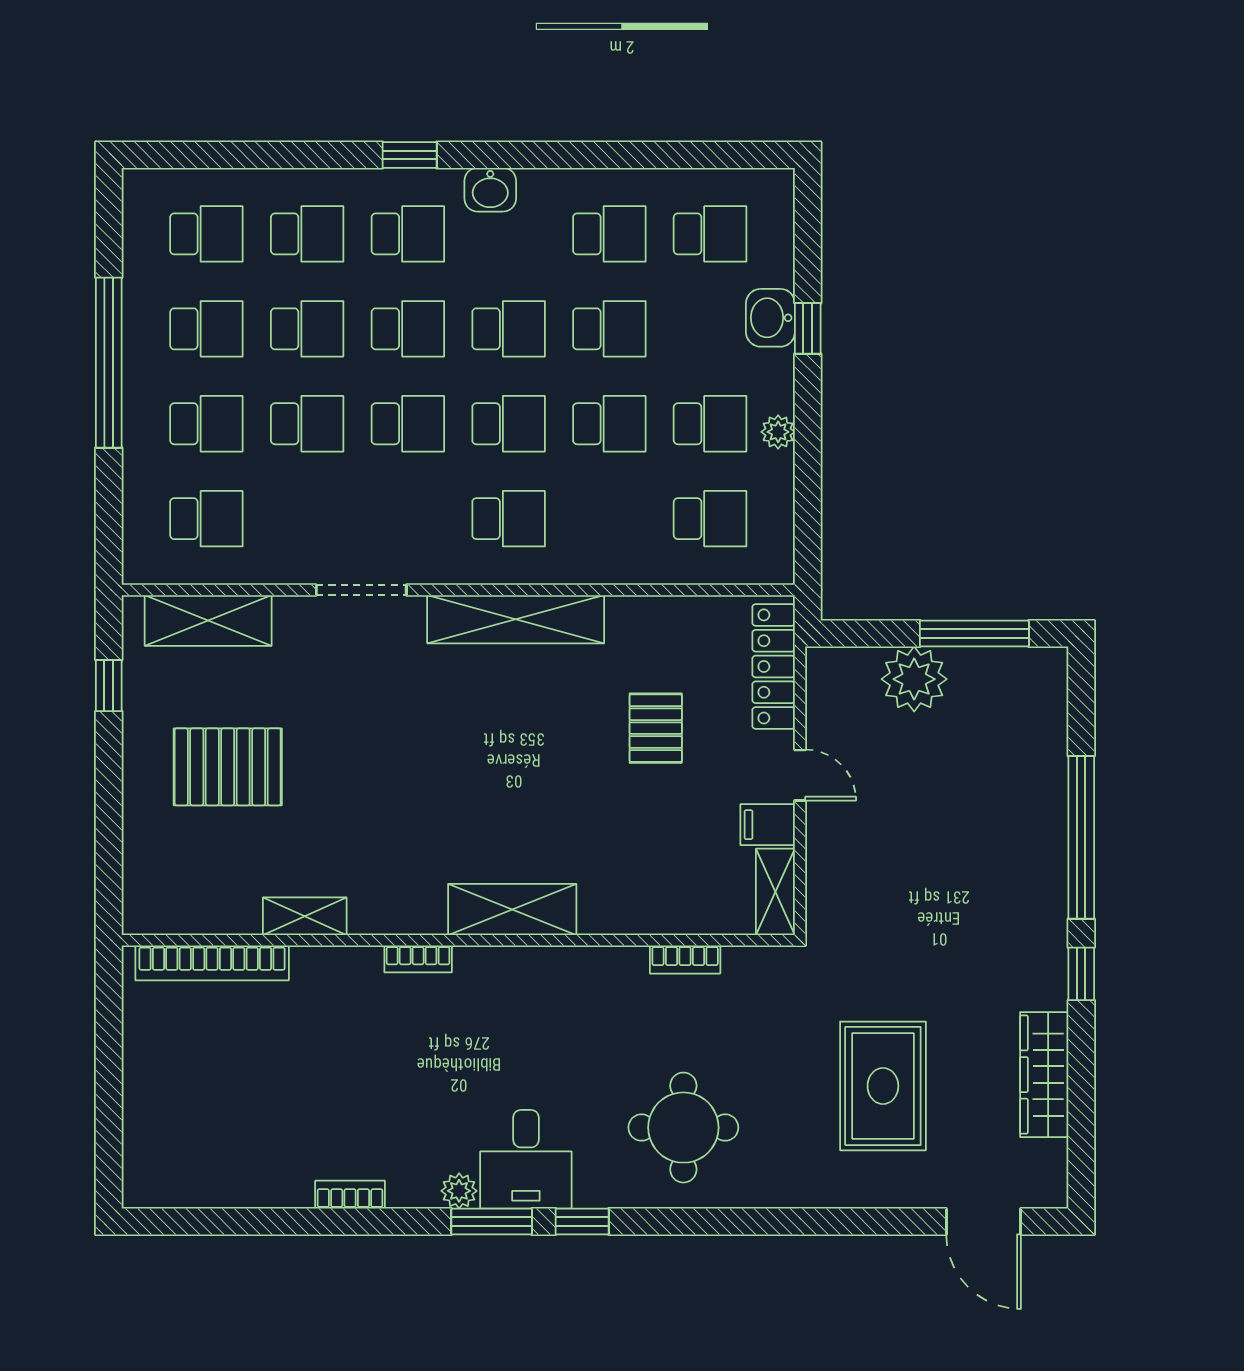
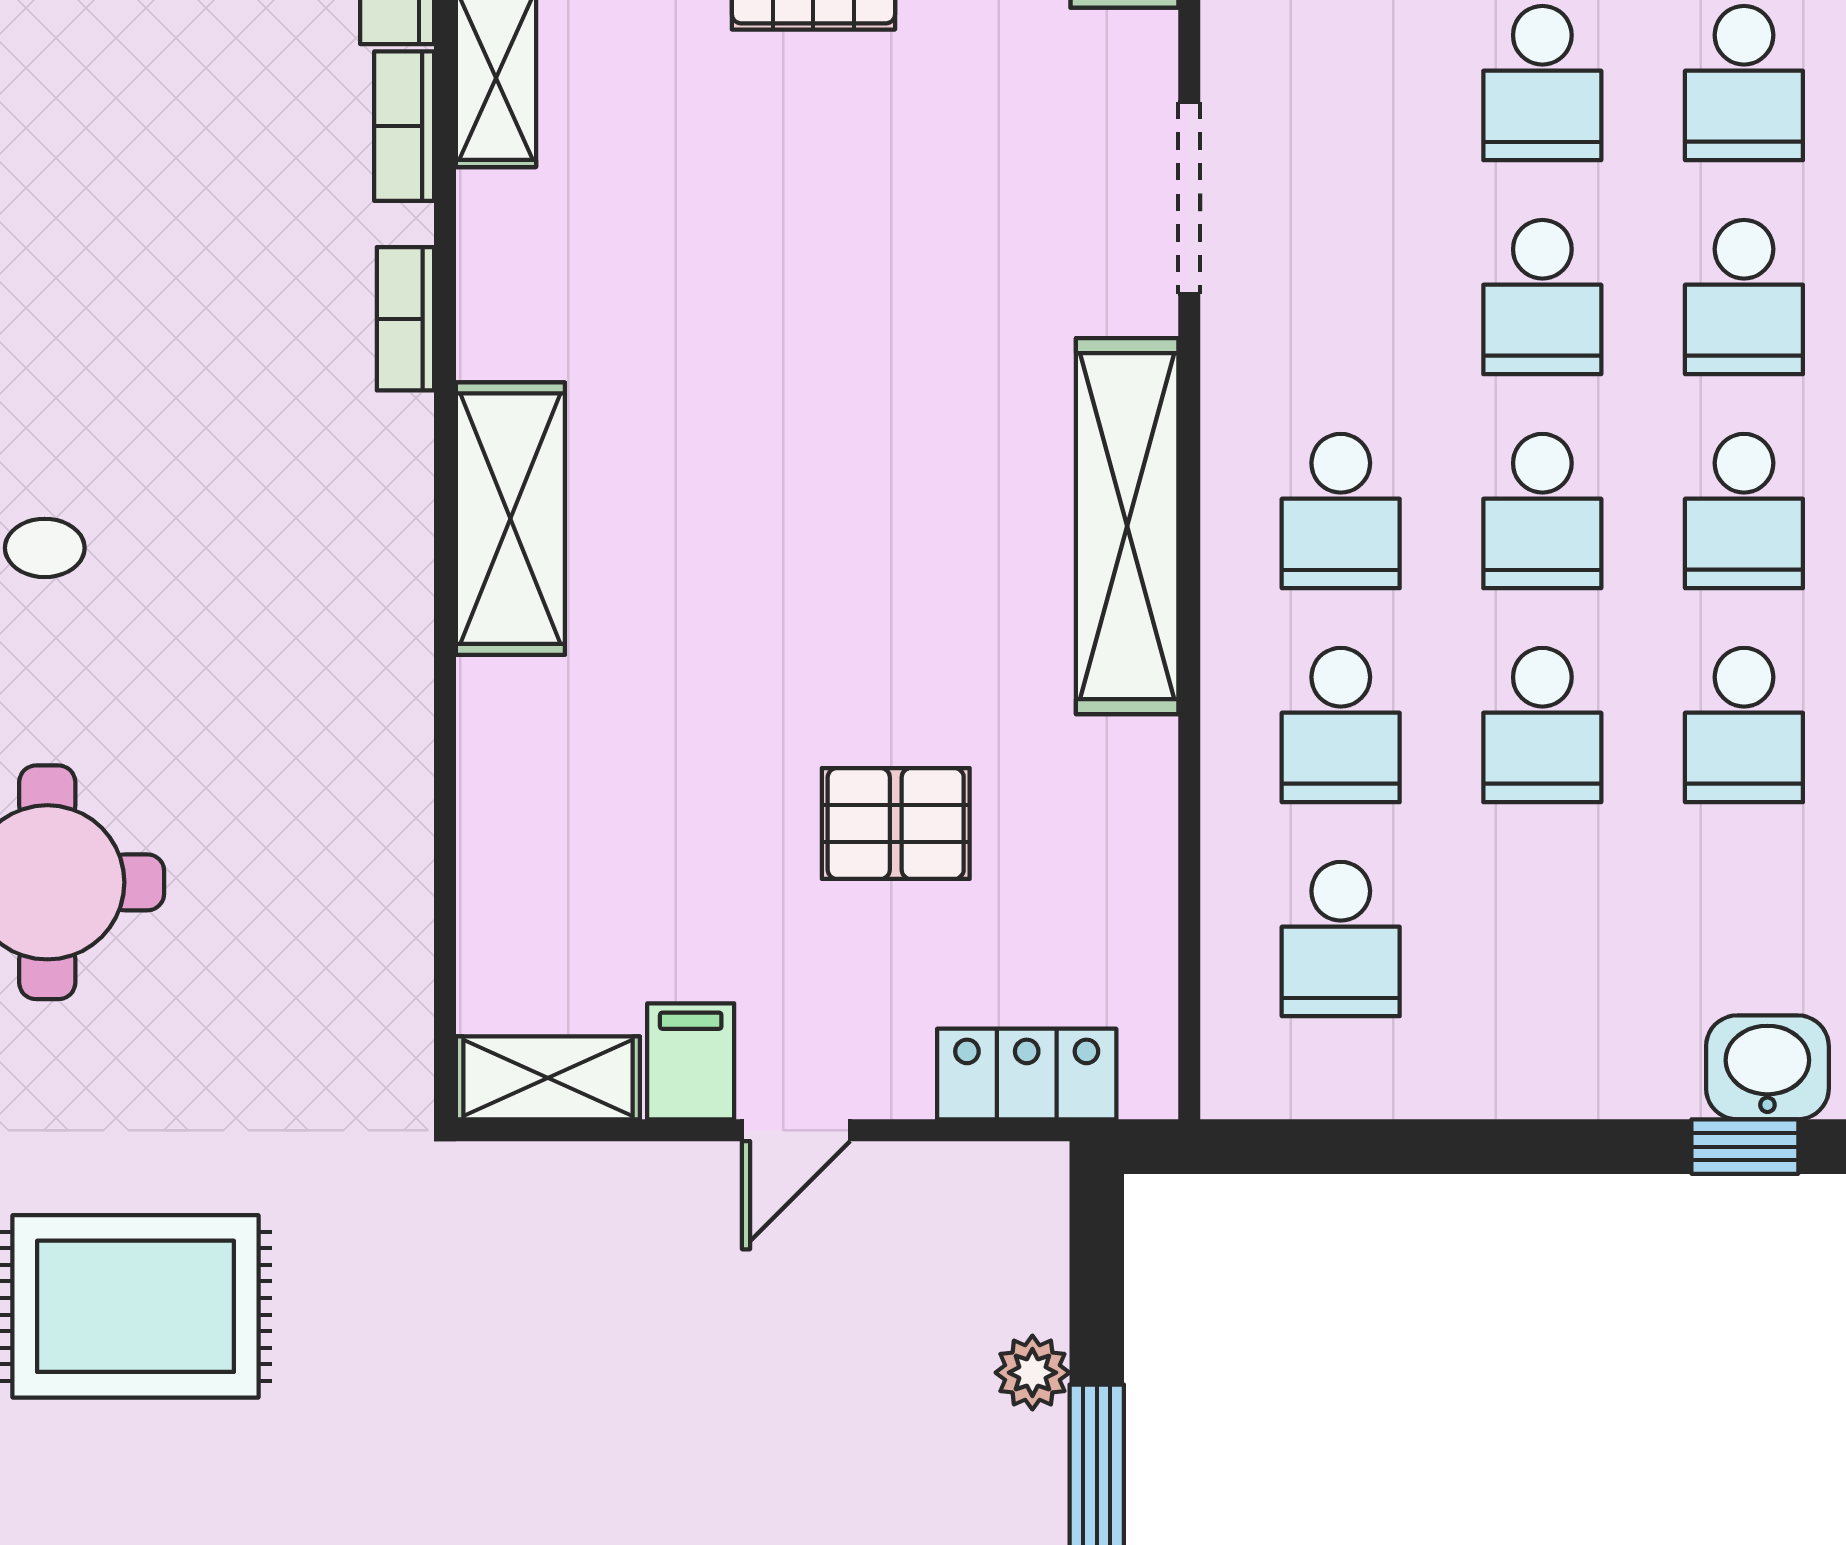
school desk: (710, 424) -> (1341, 725), moved
plant: (778, 432) -> (1525, 1083), removed
locker: (774, 666) -> (1027, 1074), width x0.66
plant: (914, 679) -> (1032, 1373), width x0.53, depth x0.53
bookcase: (685, 960) -> (404, 126), moved

